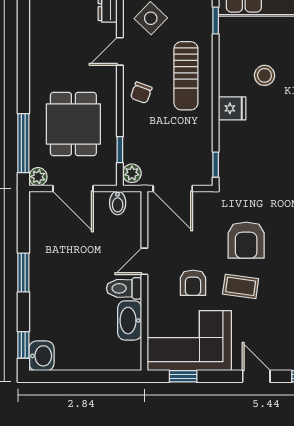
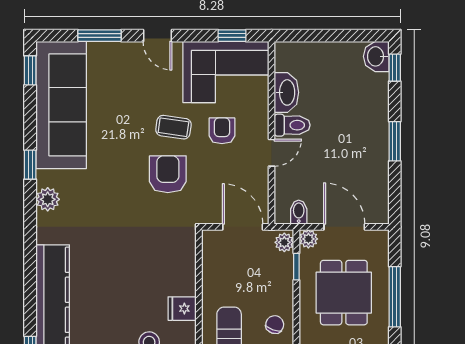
window: (23, 143) -> (395, 297), moved
window: (216, 165) -> (199, 251), removed
plant: (38, 177) -> (308, 239), moved

